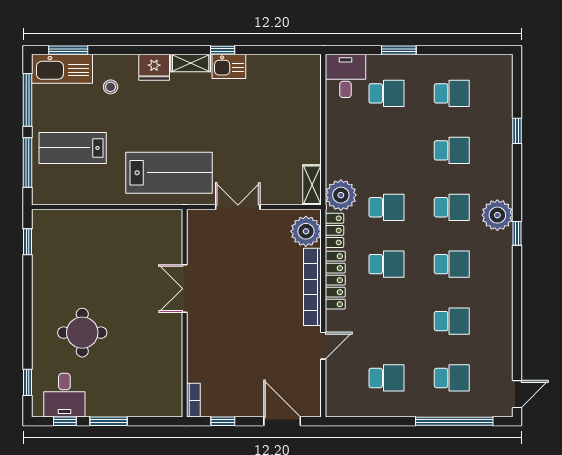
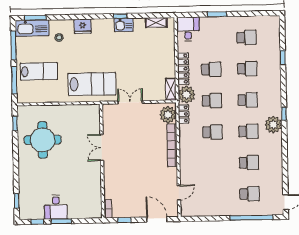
shelving: (191, 63) -> (156, 23), moved
school desk: (386, 93) -> (211, 69), moved
lab bench: (73, 148) -> (39, 71), turned 180
plant: (497, 215) -> (273, 125), moved
locker: (335, 280) -> (183, 69), moved
round table: (82, 333) -> (43, 140), moved, width x1.36, depth x1.36
door: (323, 346) -> (179, 193), moved
school desk: (386, 378) -> (214, 195), removed
desk: (64, 395) -> (56, 207), moved

